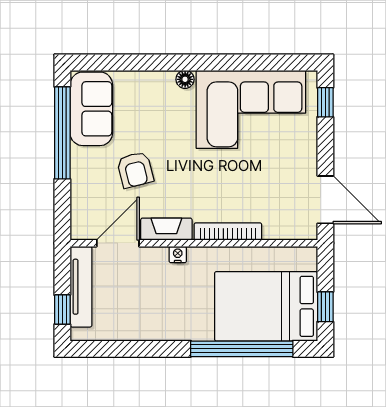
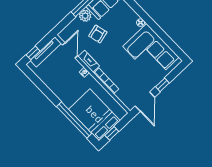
window: (325, 102) -> (162, 85), moved
plant: (84, 162) -> (85, 16), added
door: (118, 243) -> (70, 50), hinge flipped

